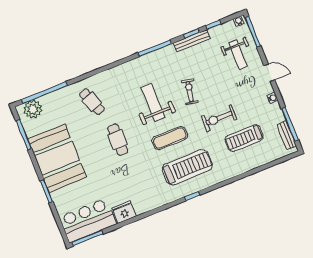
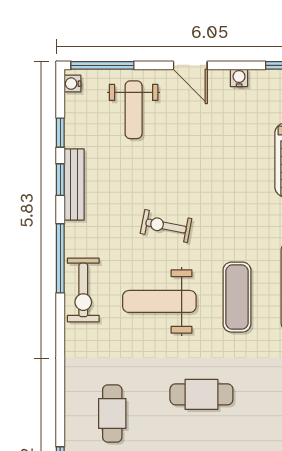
weight bench: (238, 55) -> (134, 110), turned 90
door: (269, 73) -> (190, 65), swing flipped
cafe table: (92, 102) -> (112, 413), turned -70
exercise bike: (219, 118) -> (83, 290), moved

